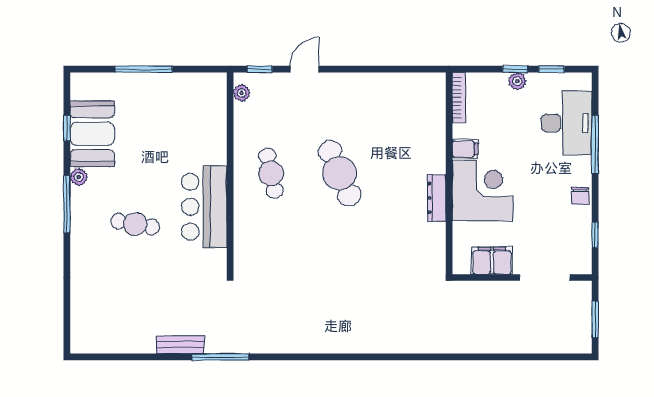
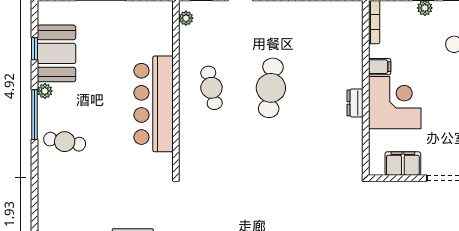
cafe table: (340, 173) -> (271, 88), turned 30
dresser: (437, 198) -> (355, 103), width x0.70
bar counter: (204, 207) -> (154, 104), width x1.36
cafe table: (135, 224) -> (65, 142), moved

